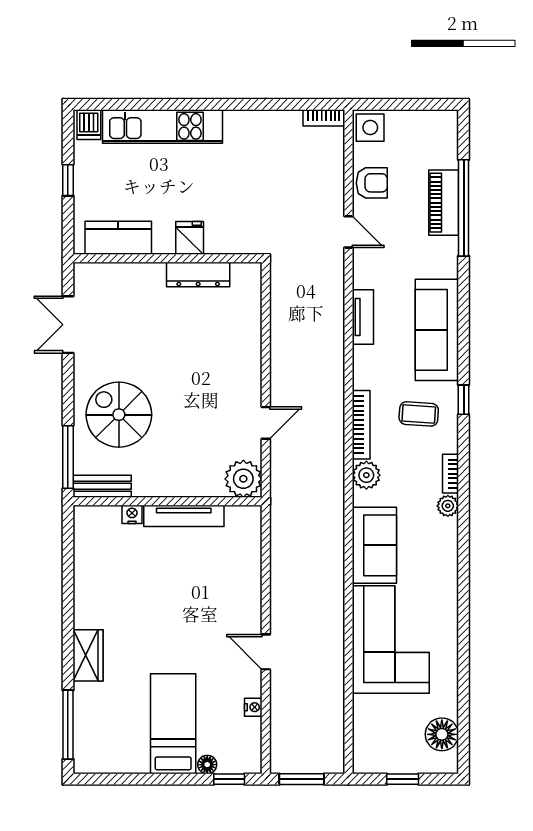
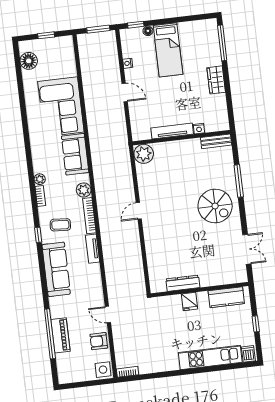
tv unit: (363, 317) -> (92, 249), moved
plant: (243, 479) -> (144, 154), moved
bench: (102, 486) -> (216, 141), moved
wall: (168, 501) -> (181, 138), moved
nightstand: (132, 514) -> (199, 129), moved
tv unit: (184, 516) -> (172, 131), moved

